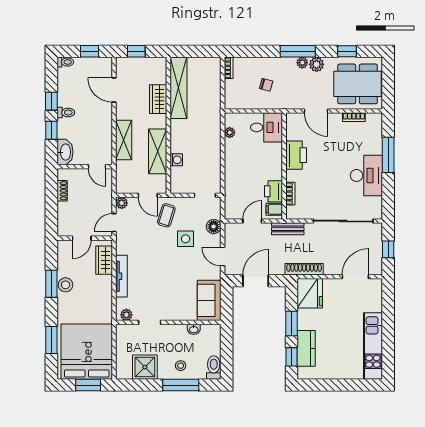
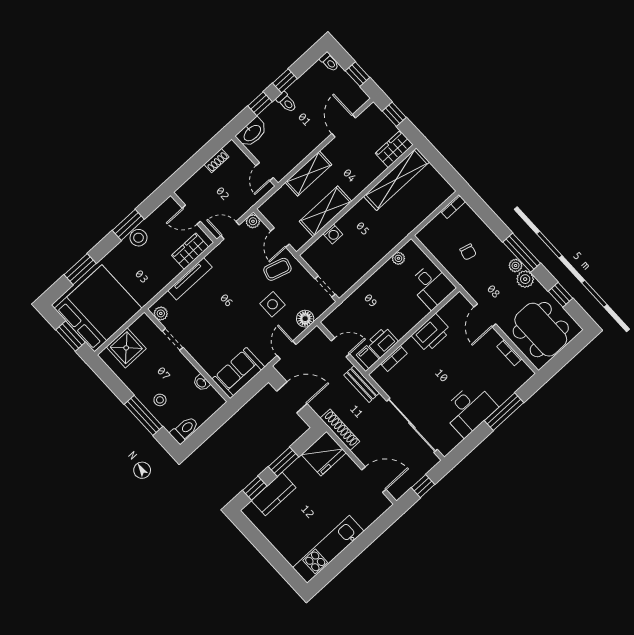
wardrobe: (158, 99) -> (394, 149), moved
shower: (145, 367) -> (126, 348), moved

